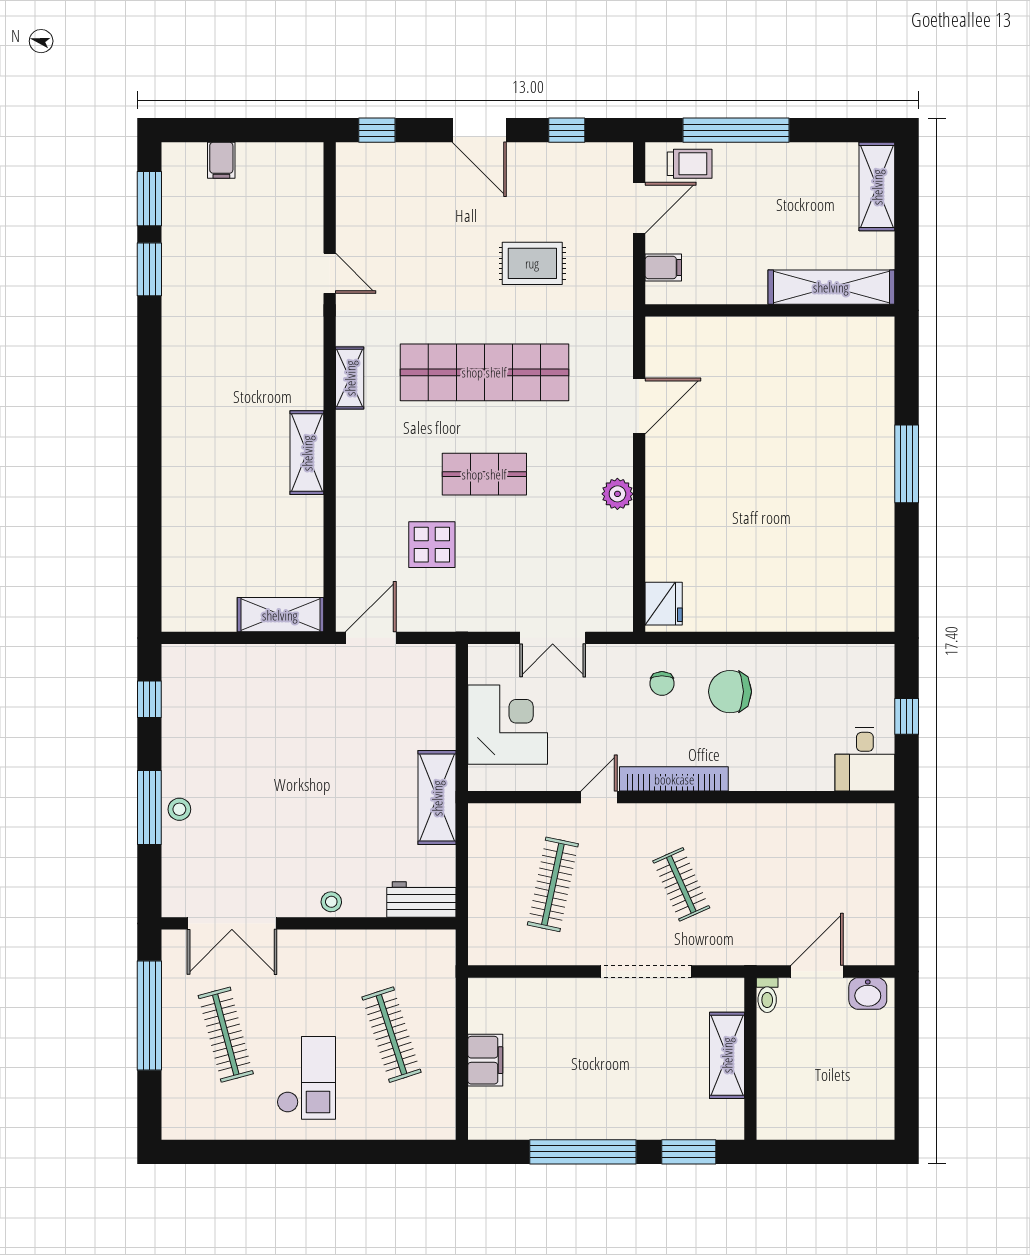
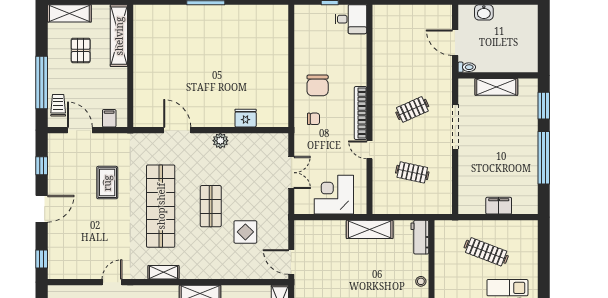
pallet: (801, 209) -> (81, 50), added
fridge: (664, 604) -> (246, 118), moved
clothes rail: (553, 884) -> (412, 172), width x0.73
washbasin: (868, 993) -> (484, 12), moved, turned 90
clothes rail: (392, 1035) -> (486, 252), turned 39

